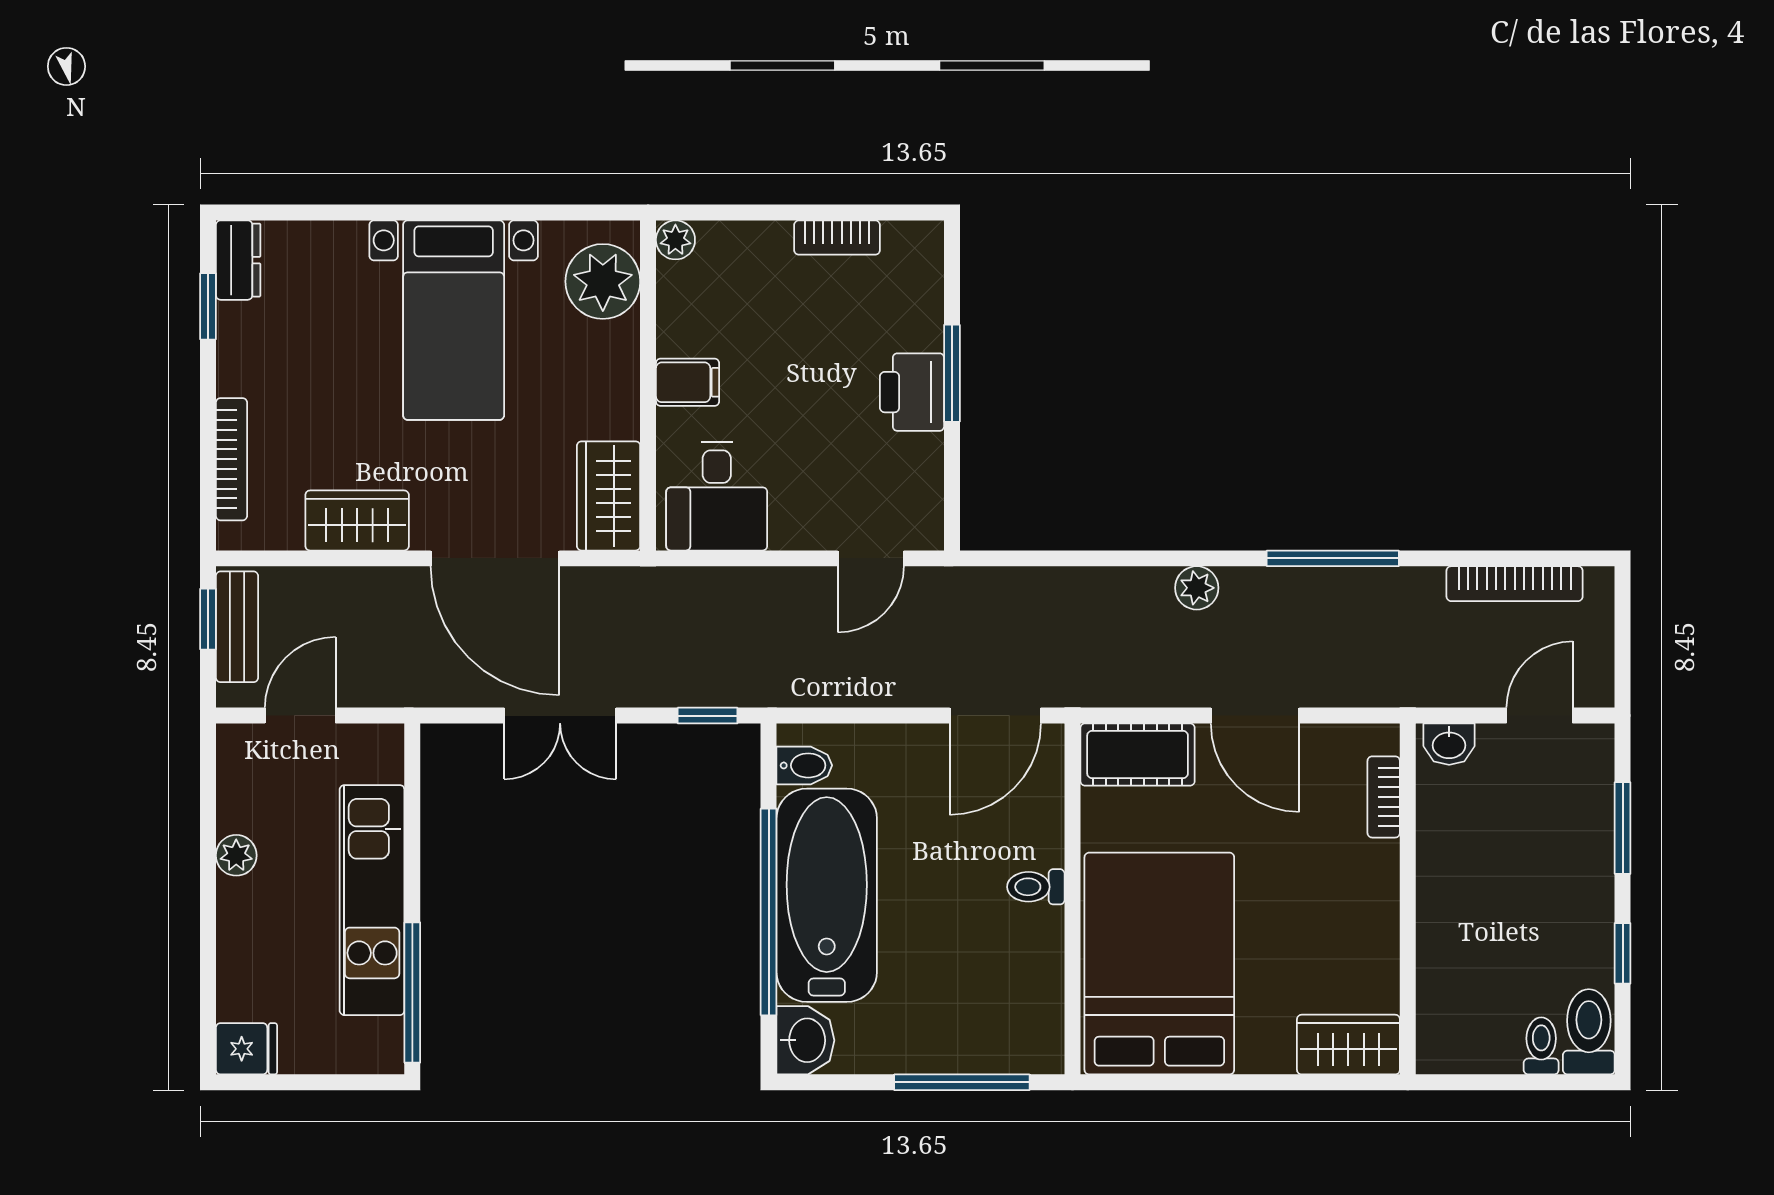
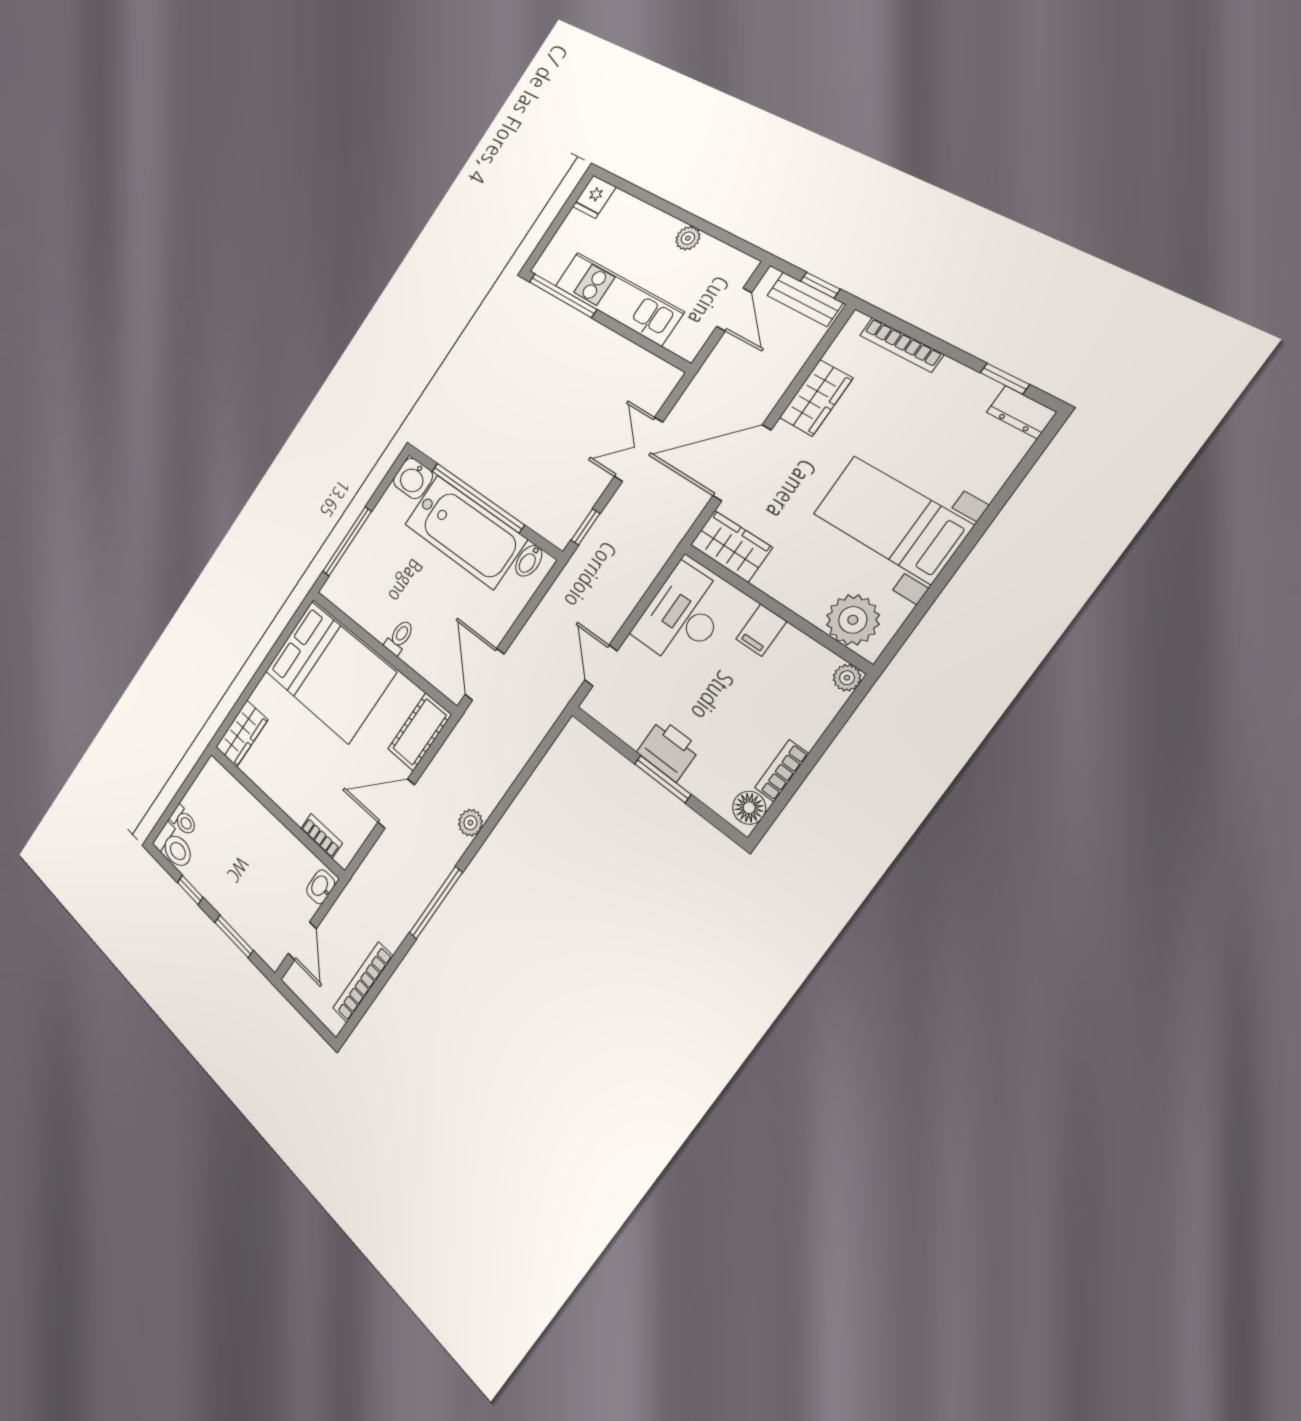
floor lamp: (908, 244) -> (749, 808), added
desk: (717, 496) -> (682, 615), width x1.37

